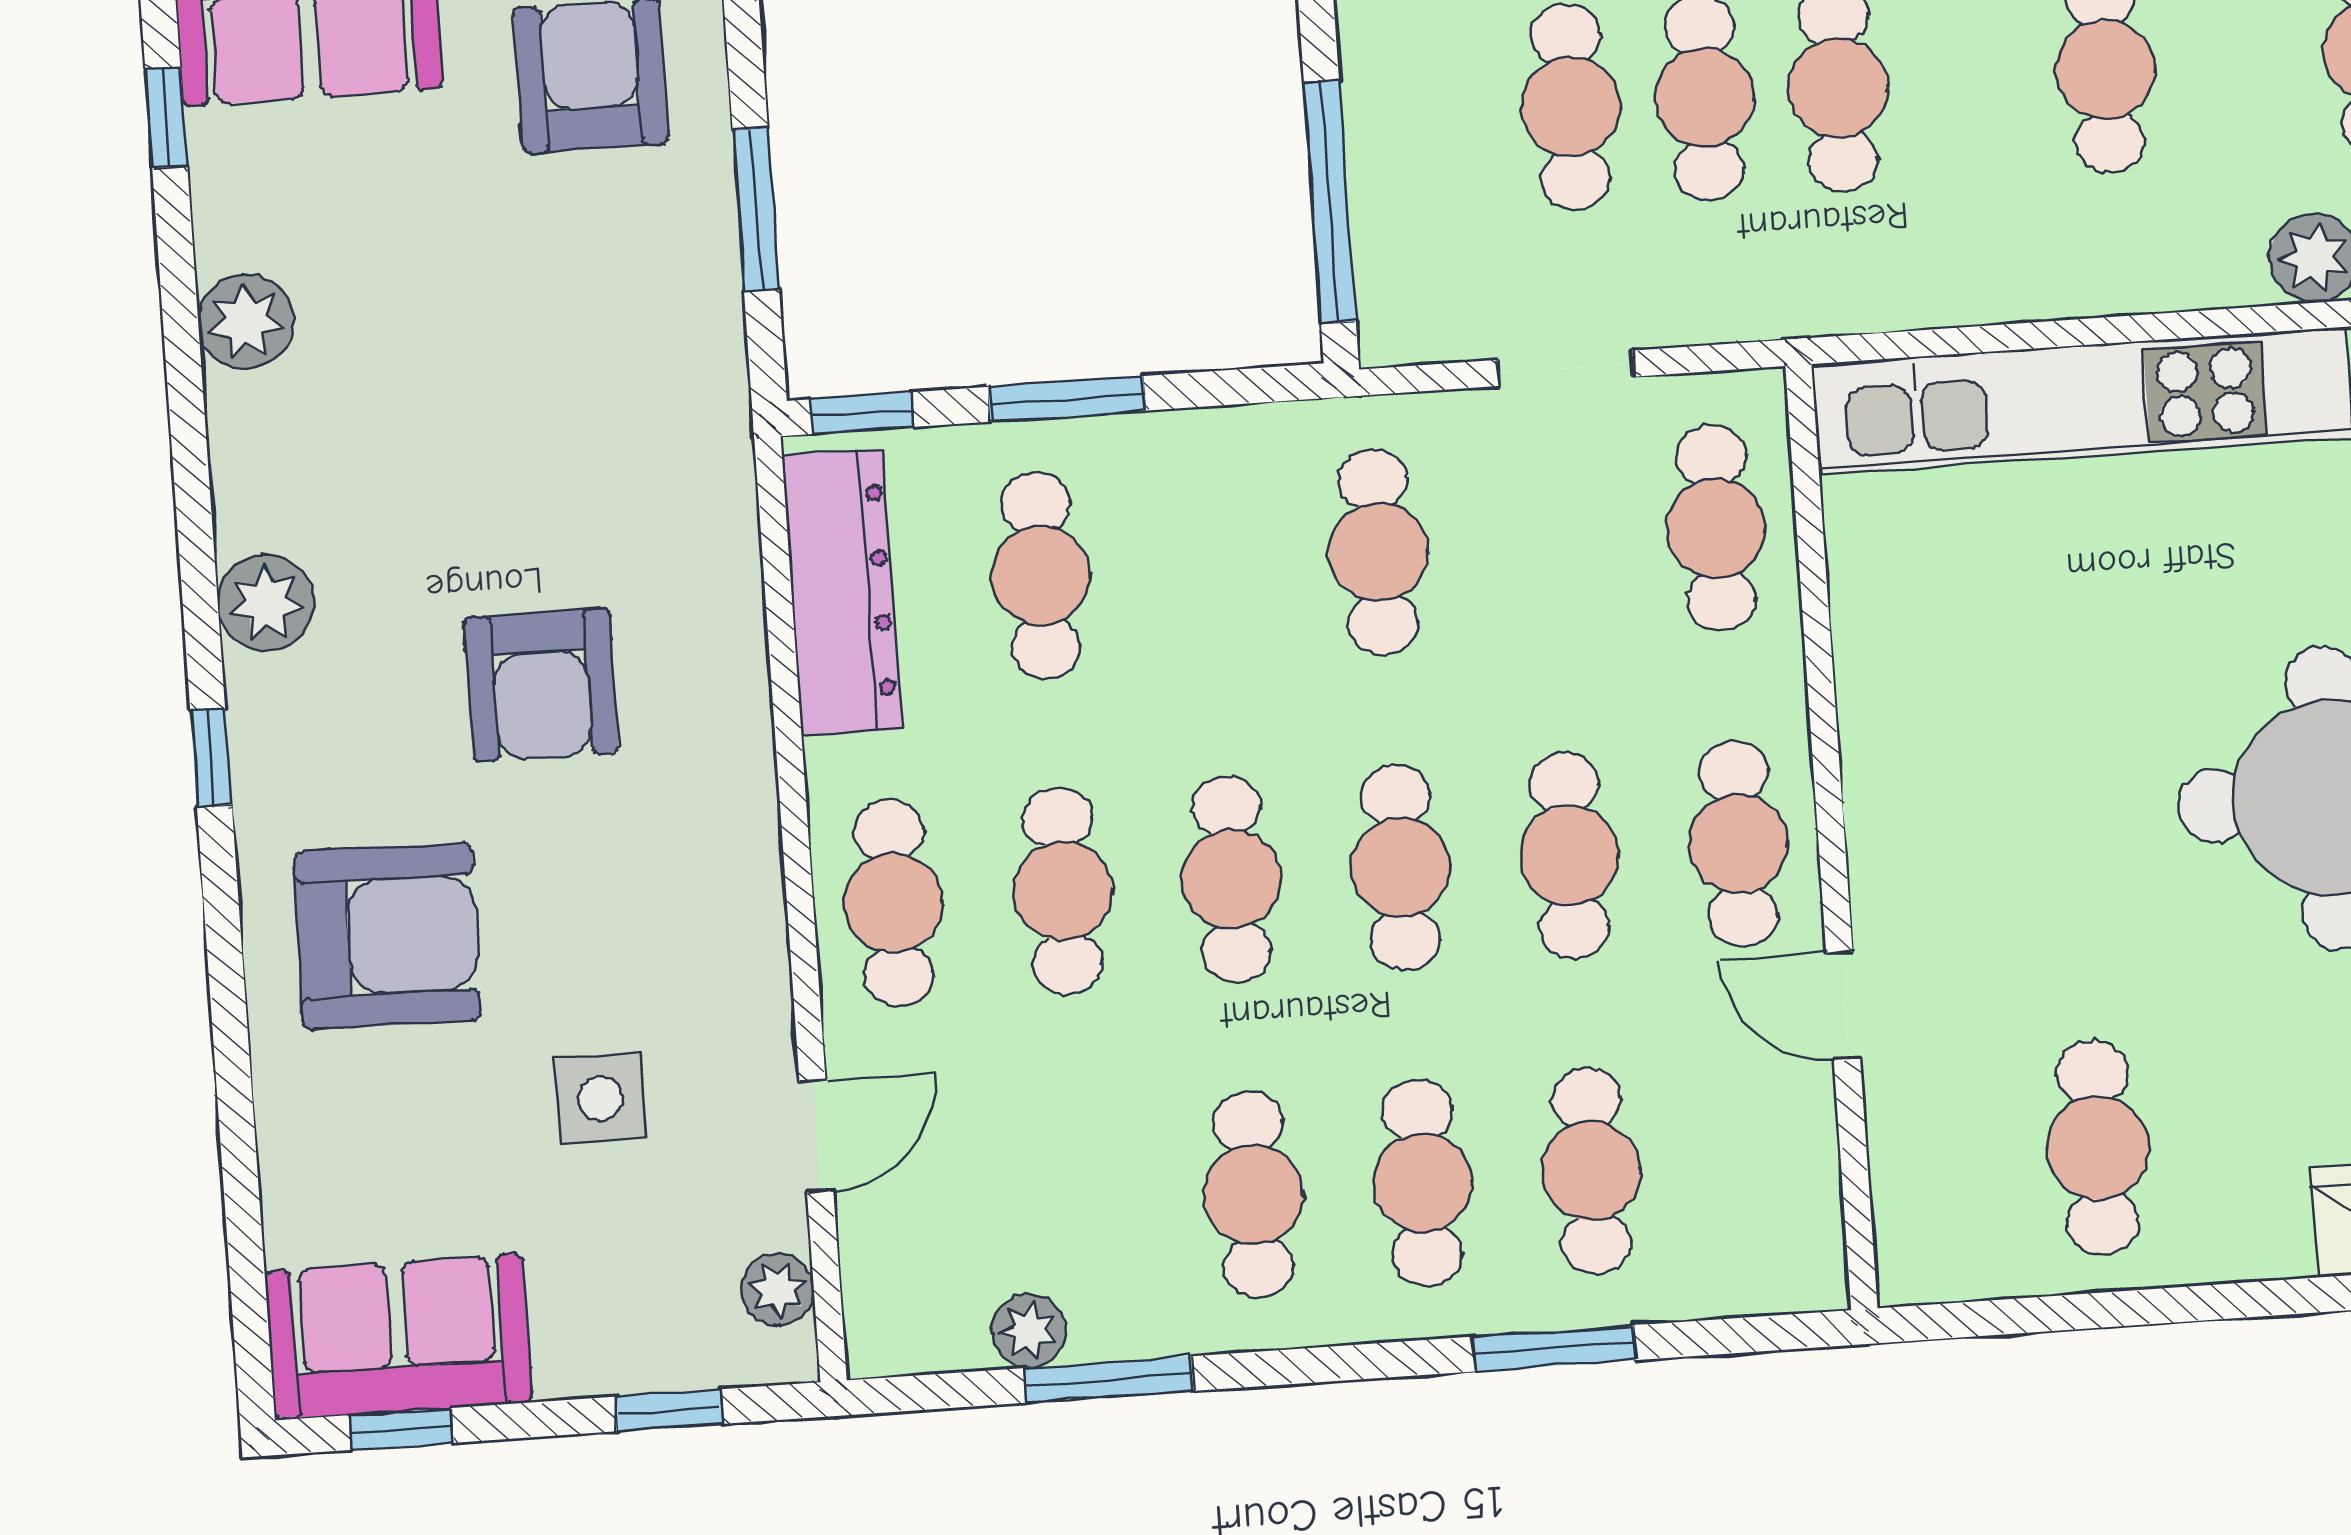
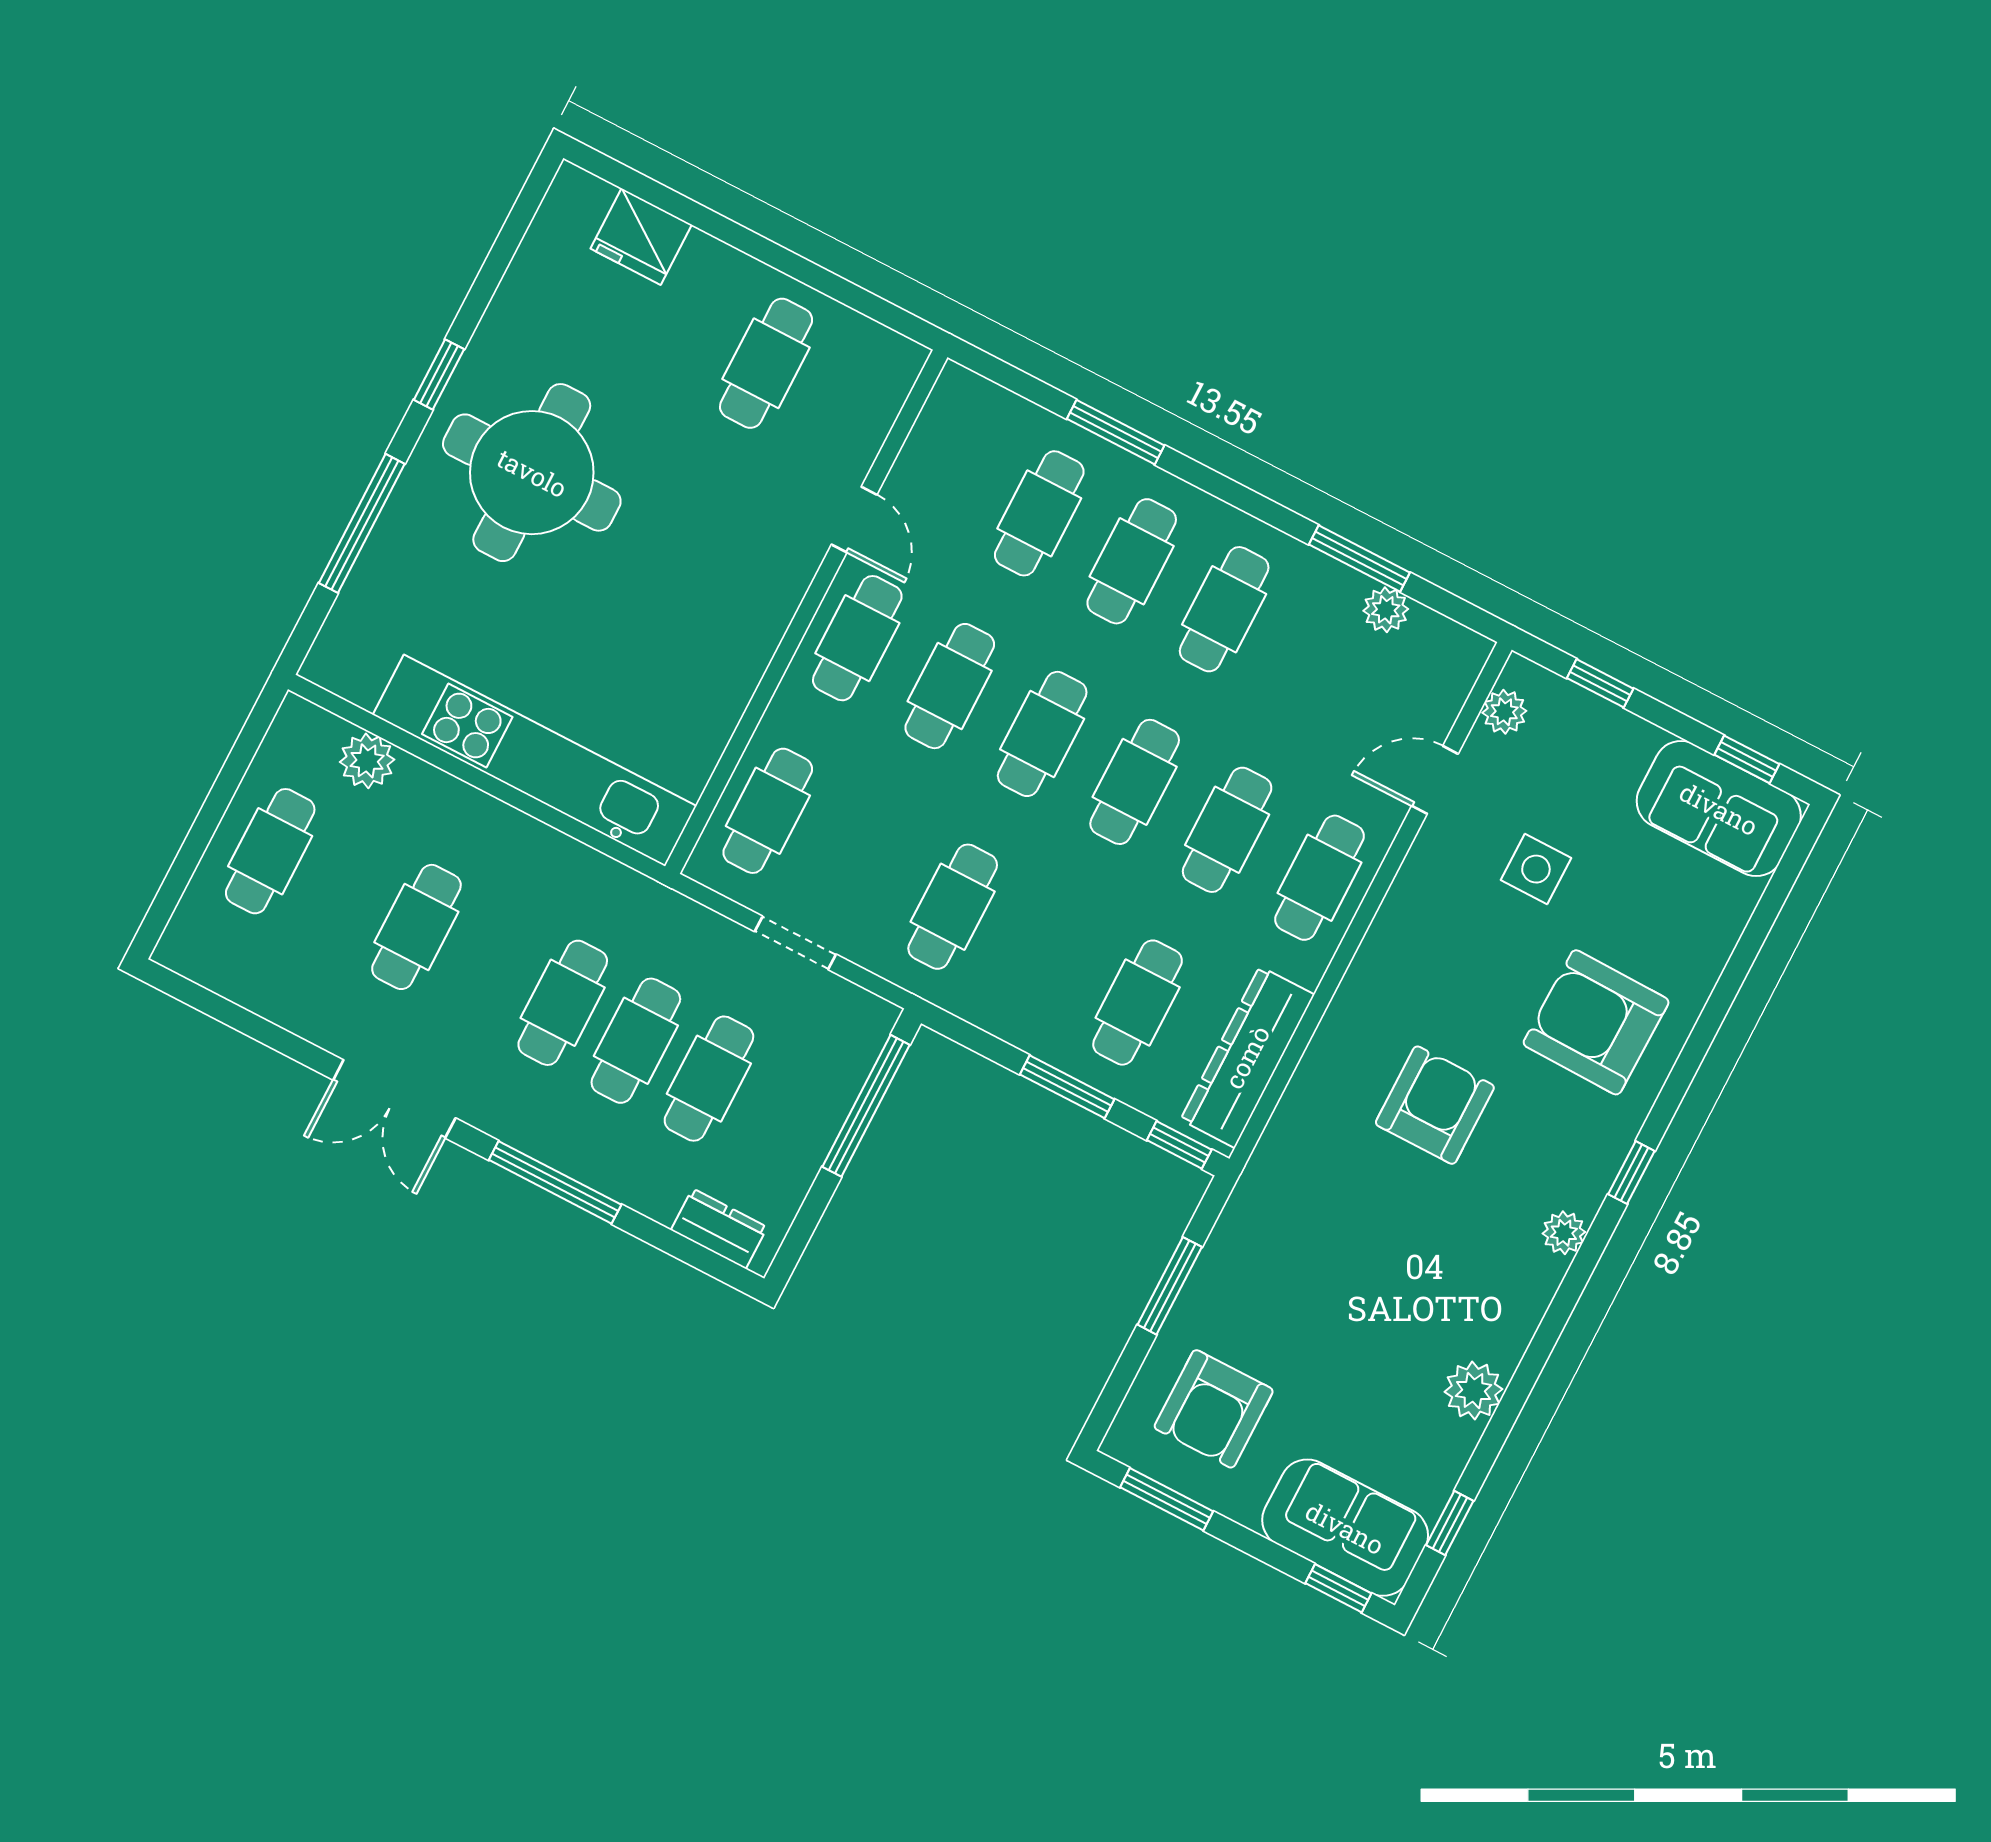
plant: (266, 603) -> (1564, 1233), width x0.73, depth x0.73

